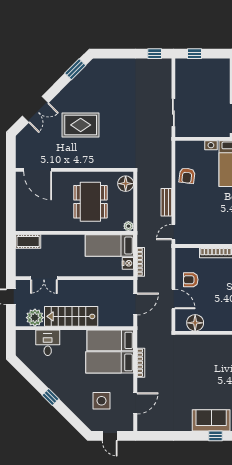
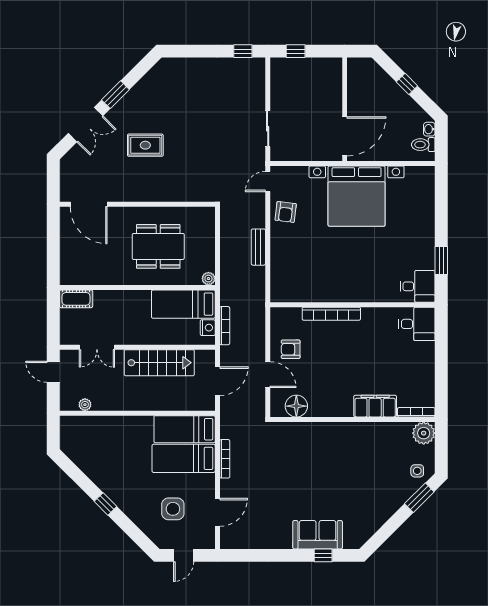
window: (75, 69) -> (115, 95), moved
rug: (81, 125) -> (145, 145), width x0.73, depth x0.70
floor lamp: (126, 184) -> (205, 223), removed
dining table: (90, 202) -> (158, 246), turned 90
door: (173, 232) -> (268, 181), moved
stairs: (71, 316) -> (159, 363), moved, turned 180
plant: (35, 318) -> (85, 405), width x0.53, depth x0.53
desk: (48, 343) -> (102, 432), removed
door: (110, 436) -> (184, 555), hinge flipped

